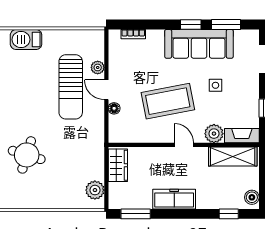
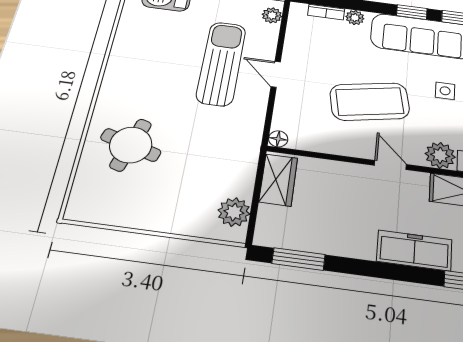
plant: (153, 36) -> (355, 18), added
plant: (98, 67) -> (272, 15), moved
sun lounger: (71, 87) -> (221, 63), turned 180
floor lamp: (114, 108) -> (278, 139), moved
freezer: (174, 199) -> (414, 250), moved

